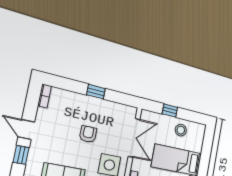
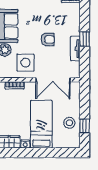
tv unit: (105, 105) -> (75, 49), added
window: (170, 111) -> (85, 126), moved

